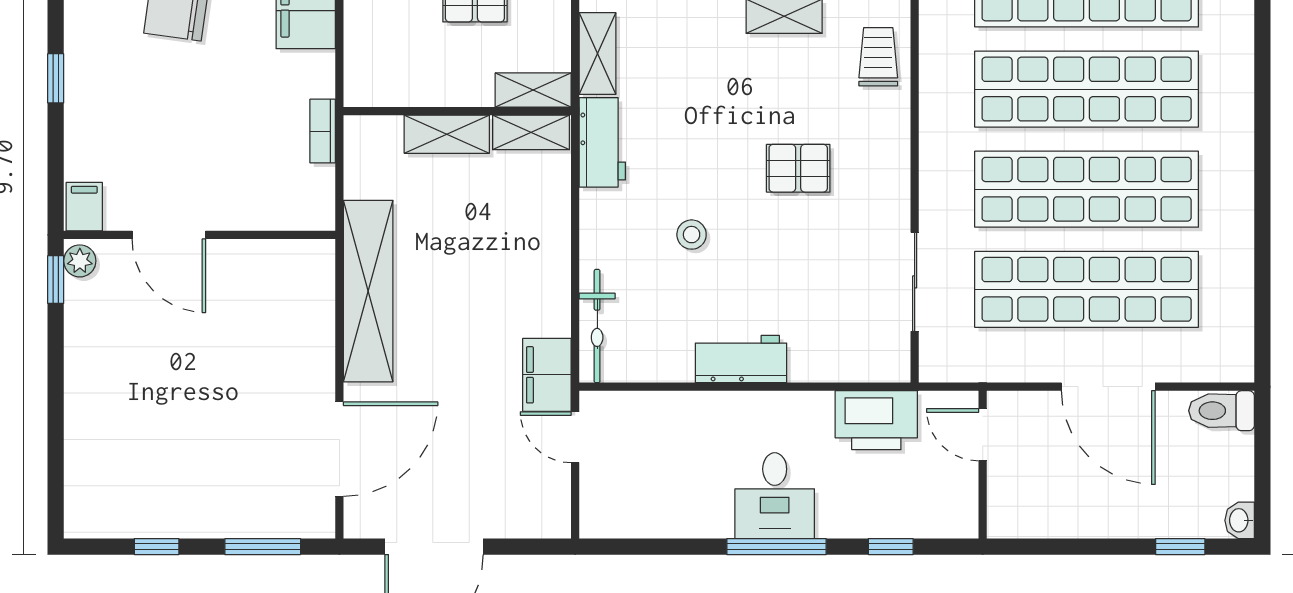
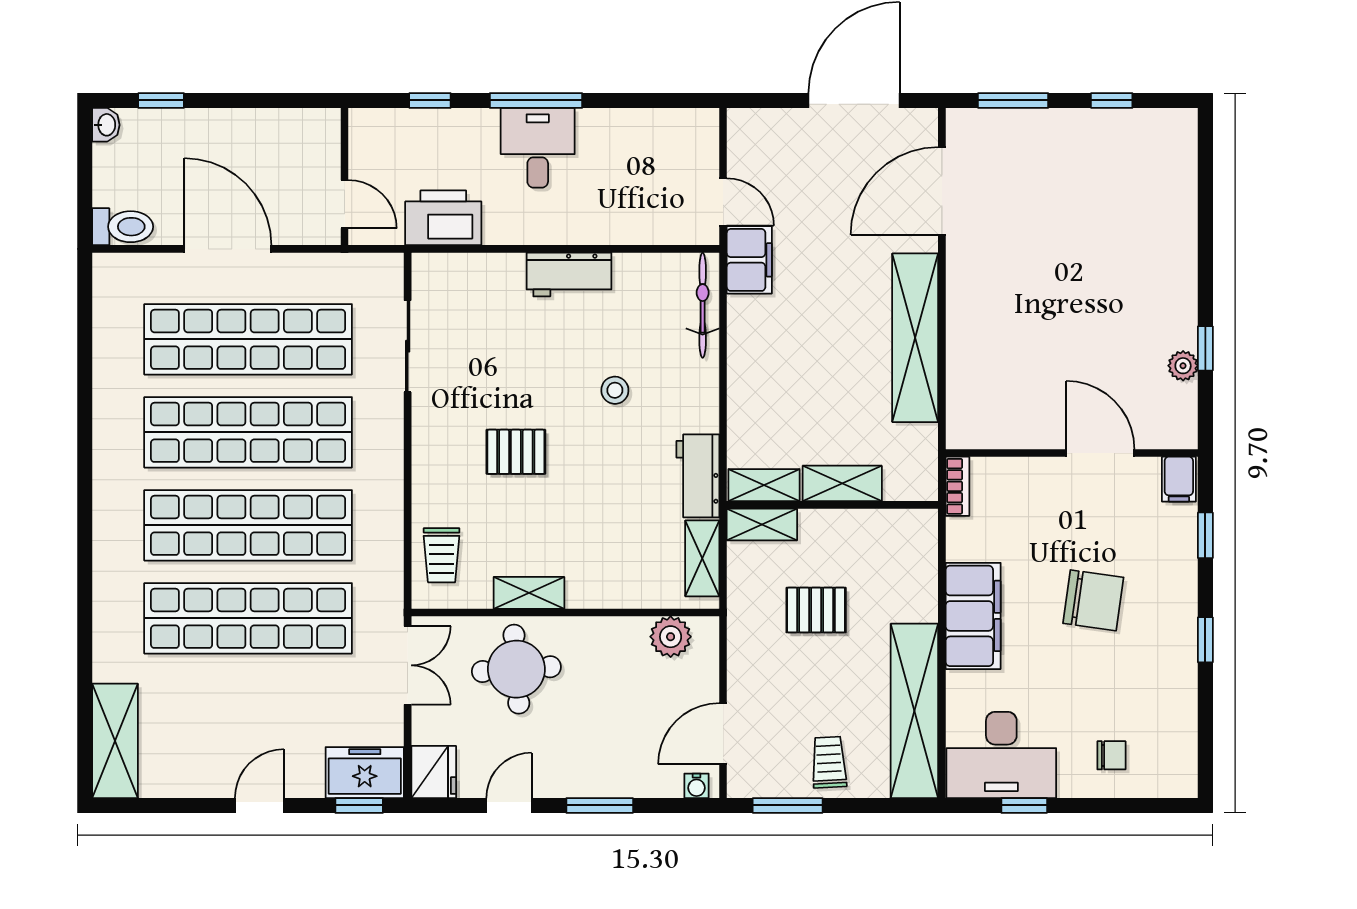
filing cabinet: (84, 207) -> (1179, 479), moved
door: (169, 235) -> (1100, 453), moved
wall: (200, 235) -> (1072, 453), moved

